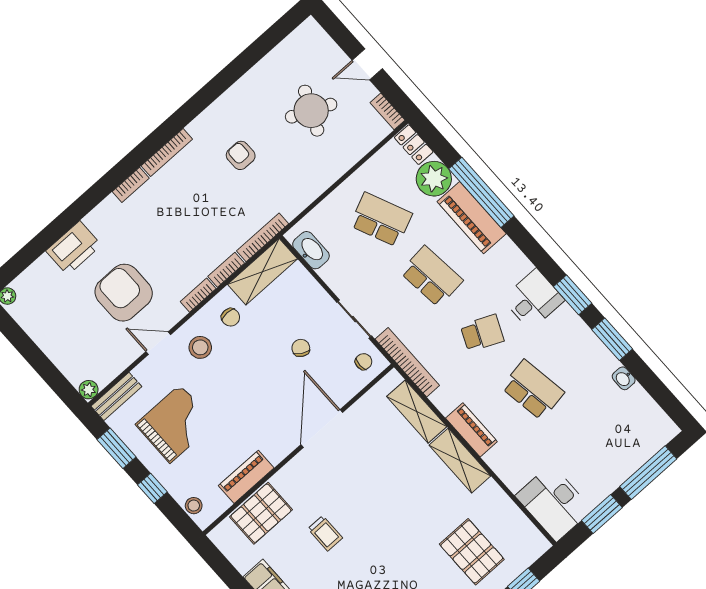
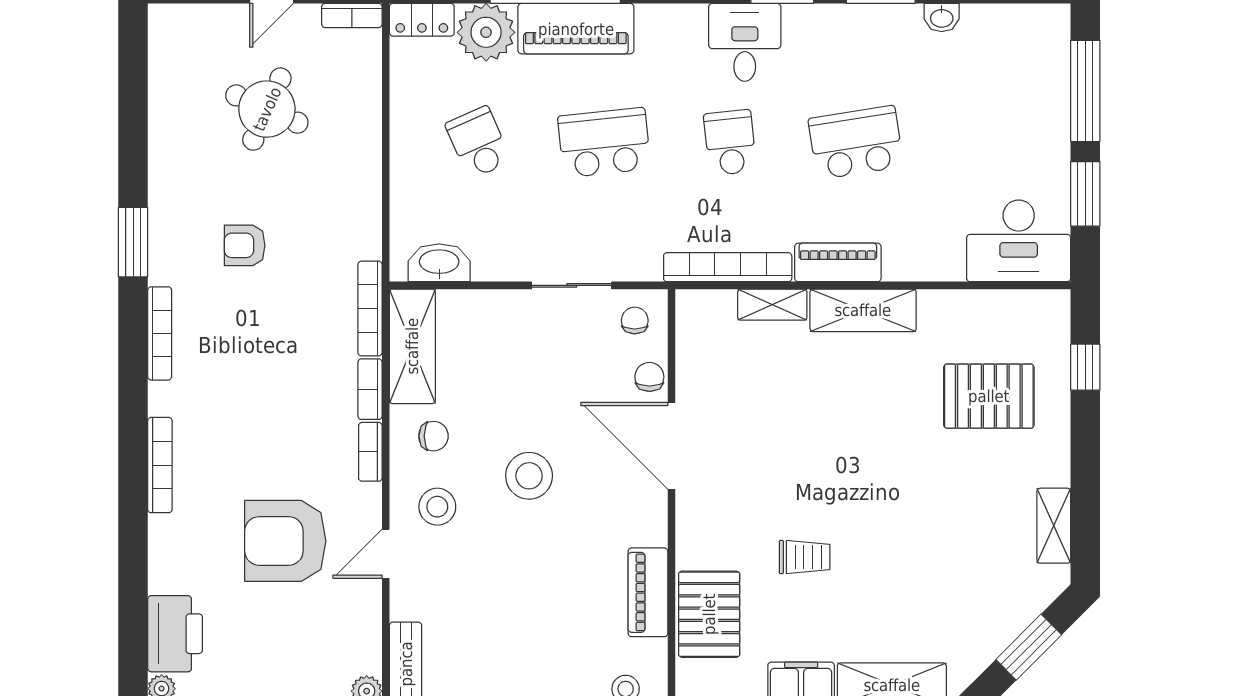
window: (197, 104) -> (133, 242), added
bookcase: (131, 185) -> (160, 465), moved, width x1.56
school desk: (381, 220) -> (478, 143), width x0.54
printer: (74, 248) -> (175, 634), moved
school desk: (482, 333) -> (730, 143), turned -30
chair: (301, 348) -> (649, 377), moved, turned 60
bookcase: (407, 362) -> (728, 267), moved
stool: (251, 376) -> (529, 476), added
shelving: (417, 412) -> (772, 305), width x0.67, depth x0.75
grand piano: (175, 424) -> (504, 622), removed

